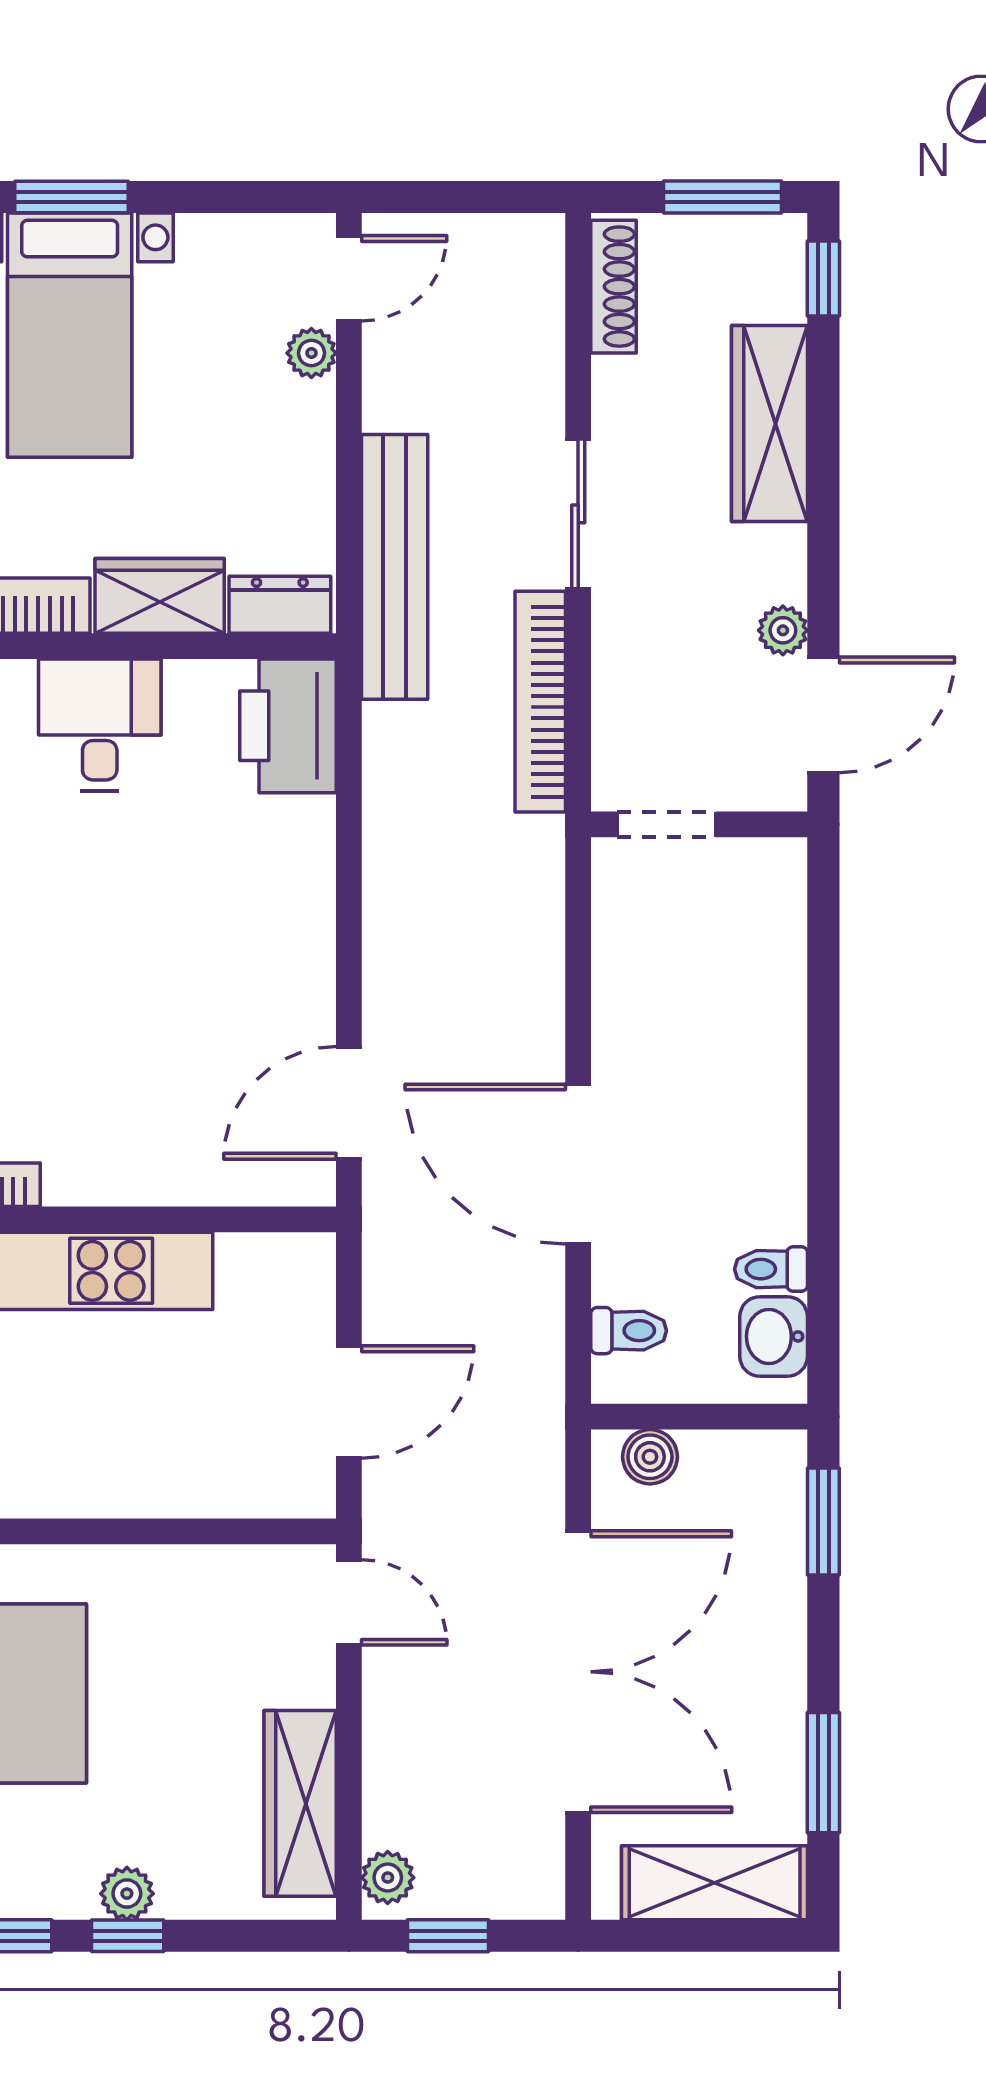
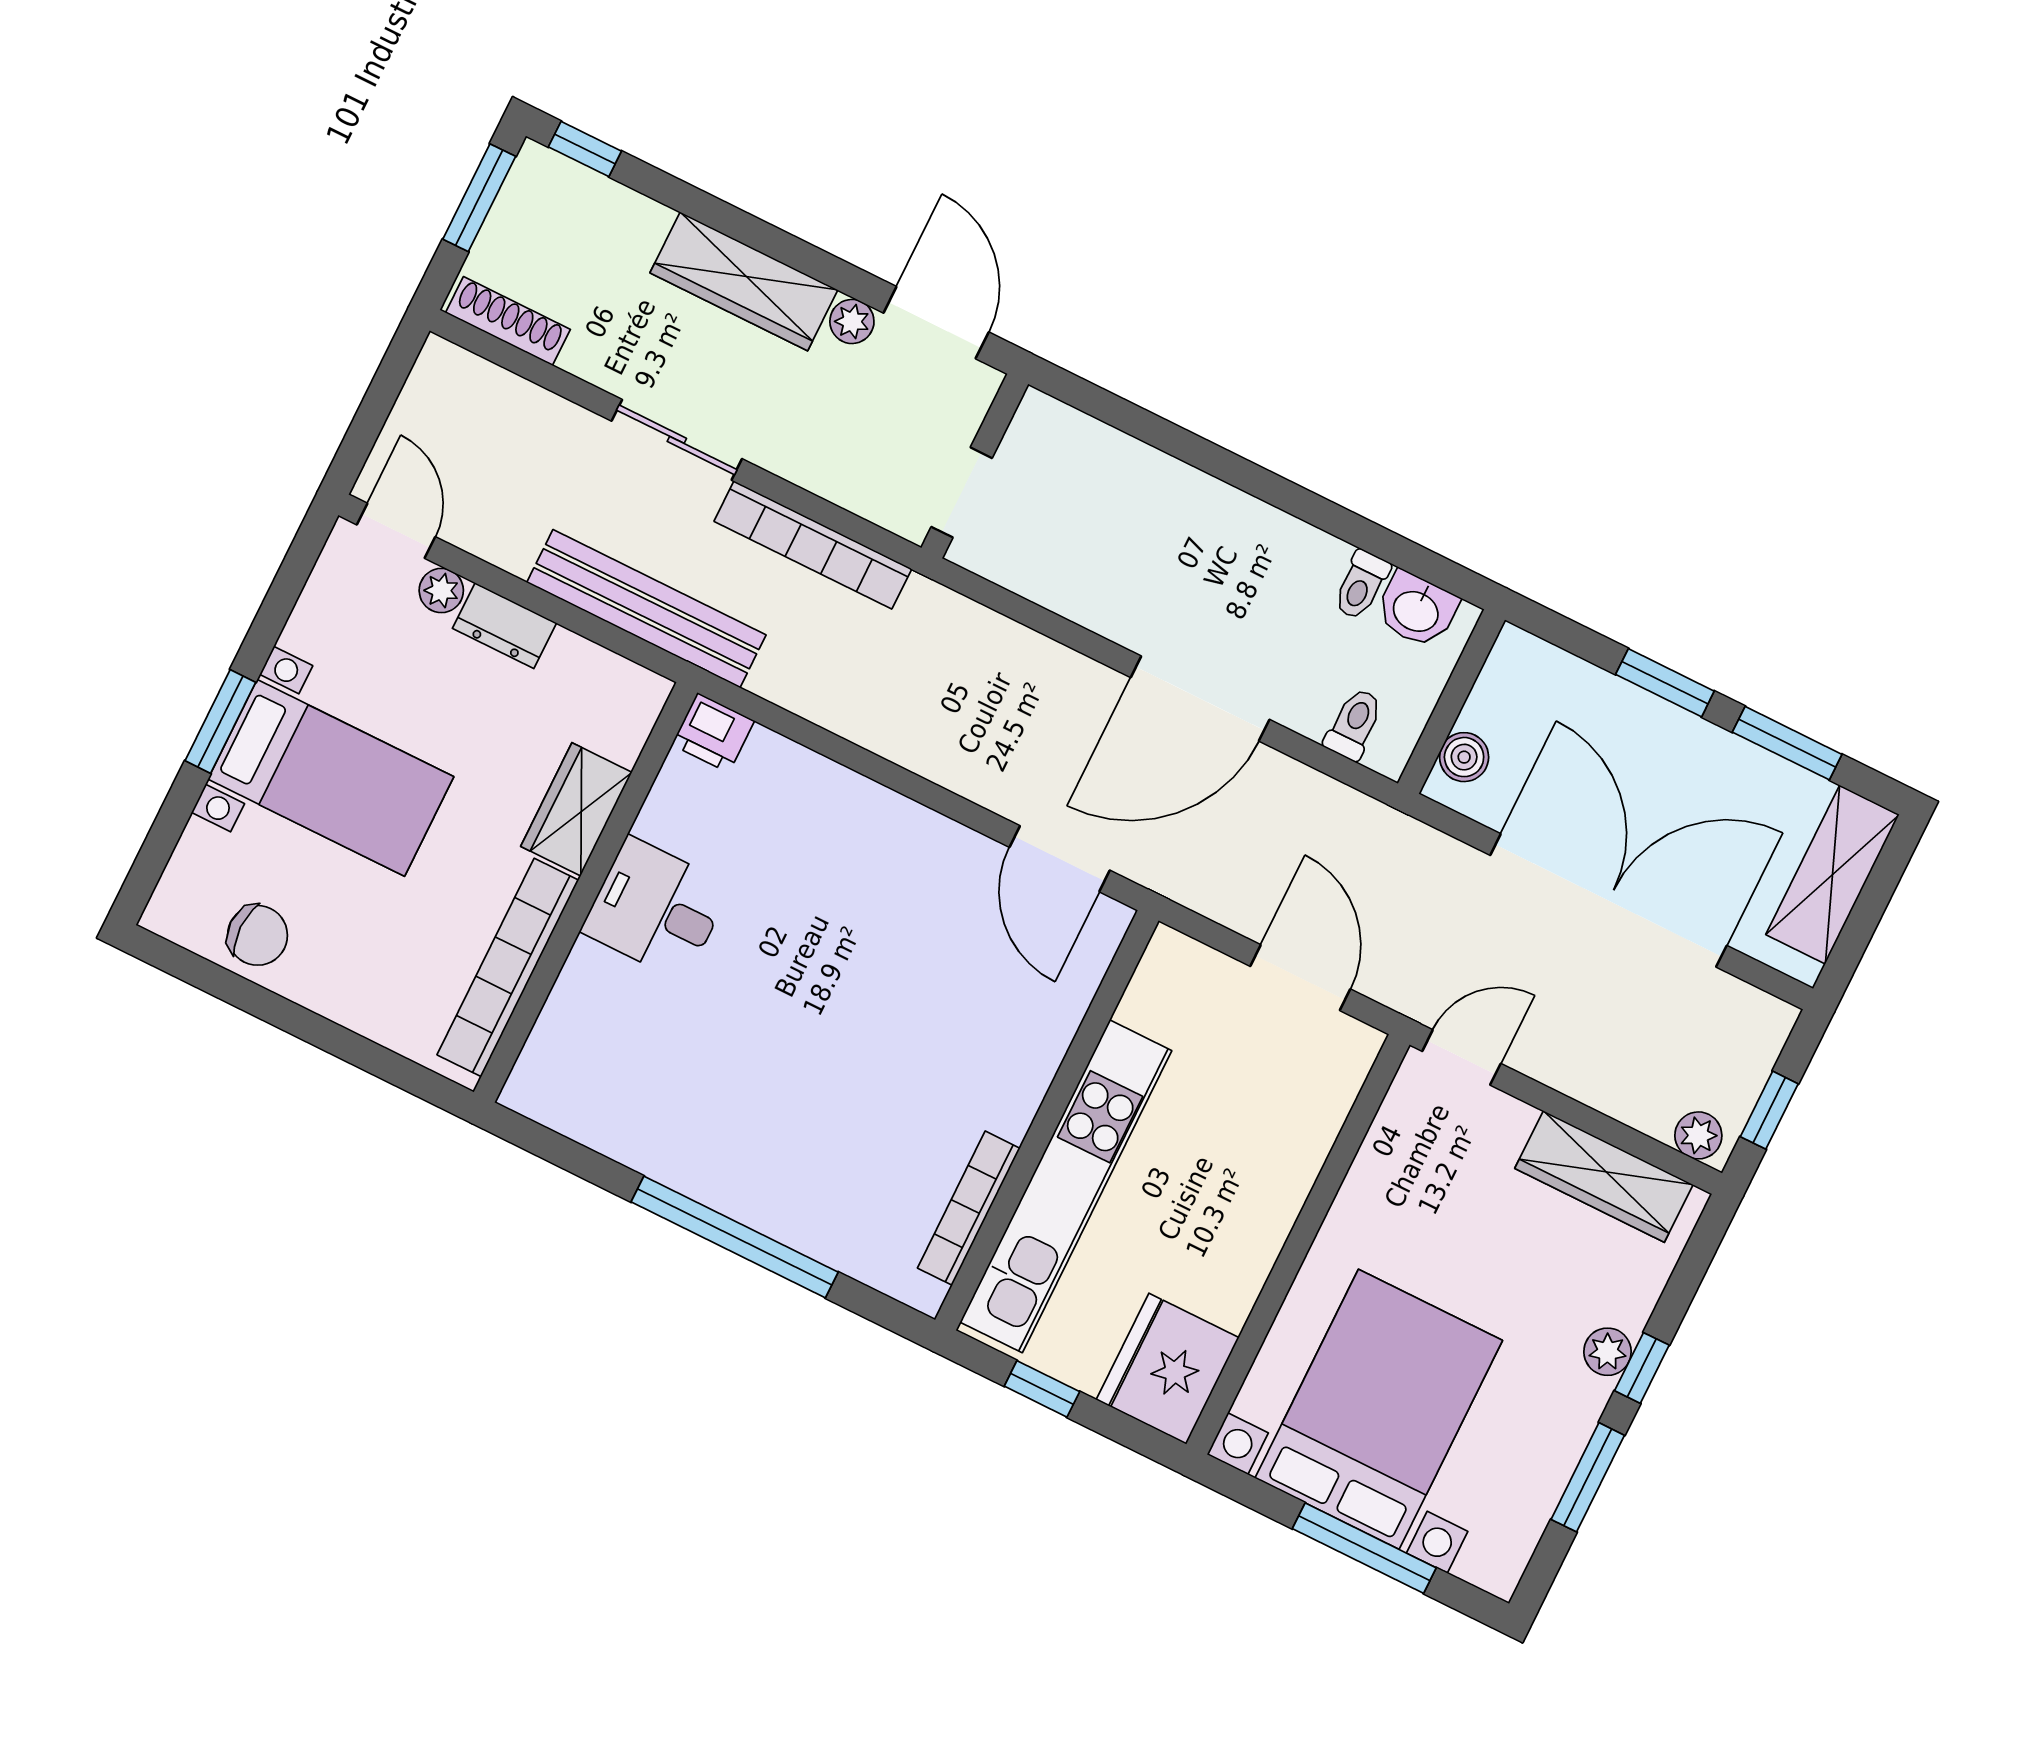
wardrobe: (770, 423) -> (744, 281), moved
dresser: (280, 605) -> (504, 626), moved, turned -90
printer: (288, 726) -> (713, 733), width x0.53, depth x0.68
window: (823, 1521) -> (1665, 683), moved

